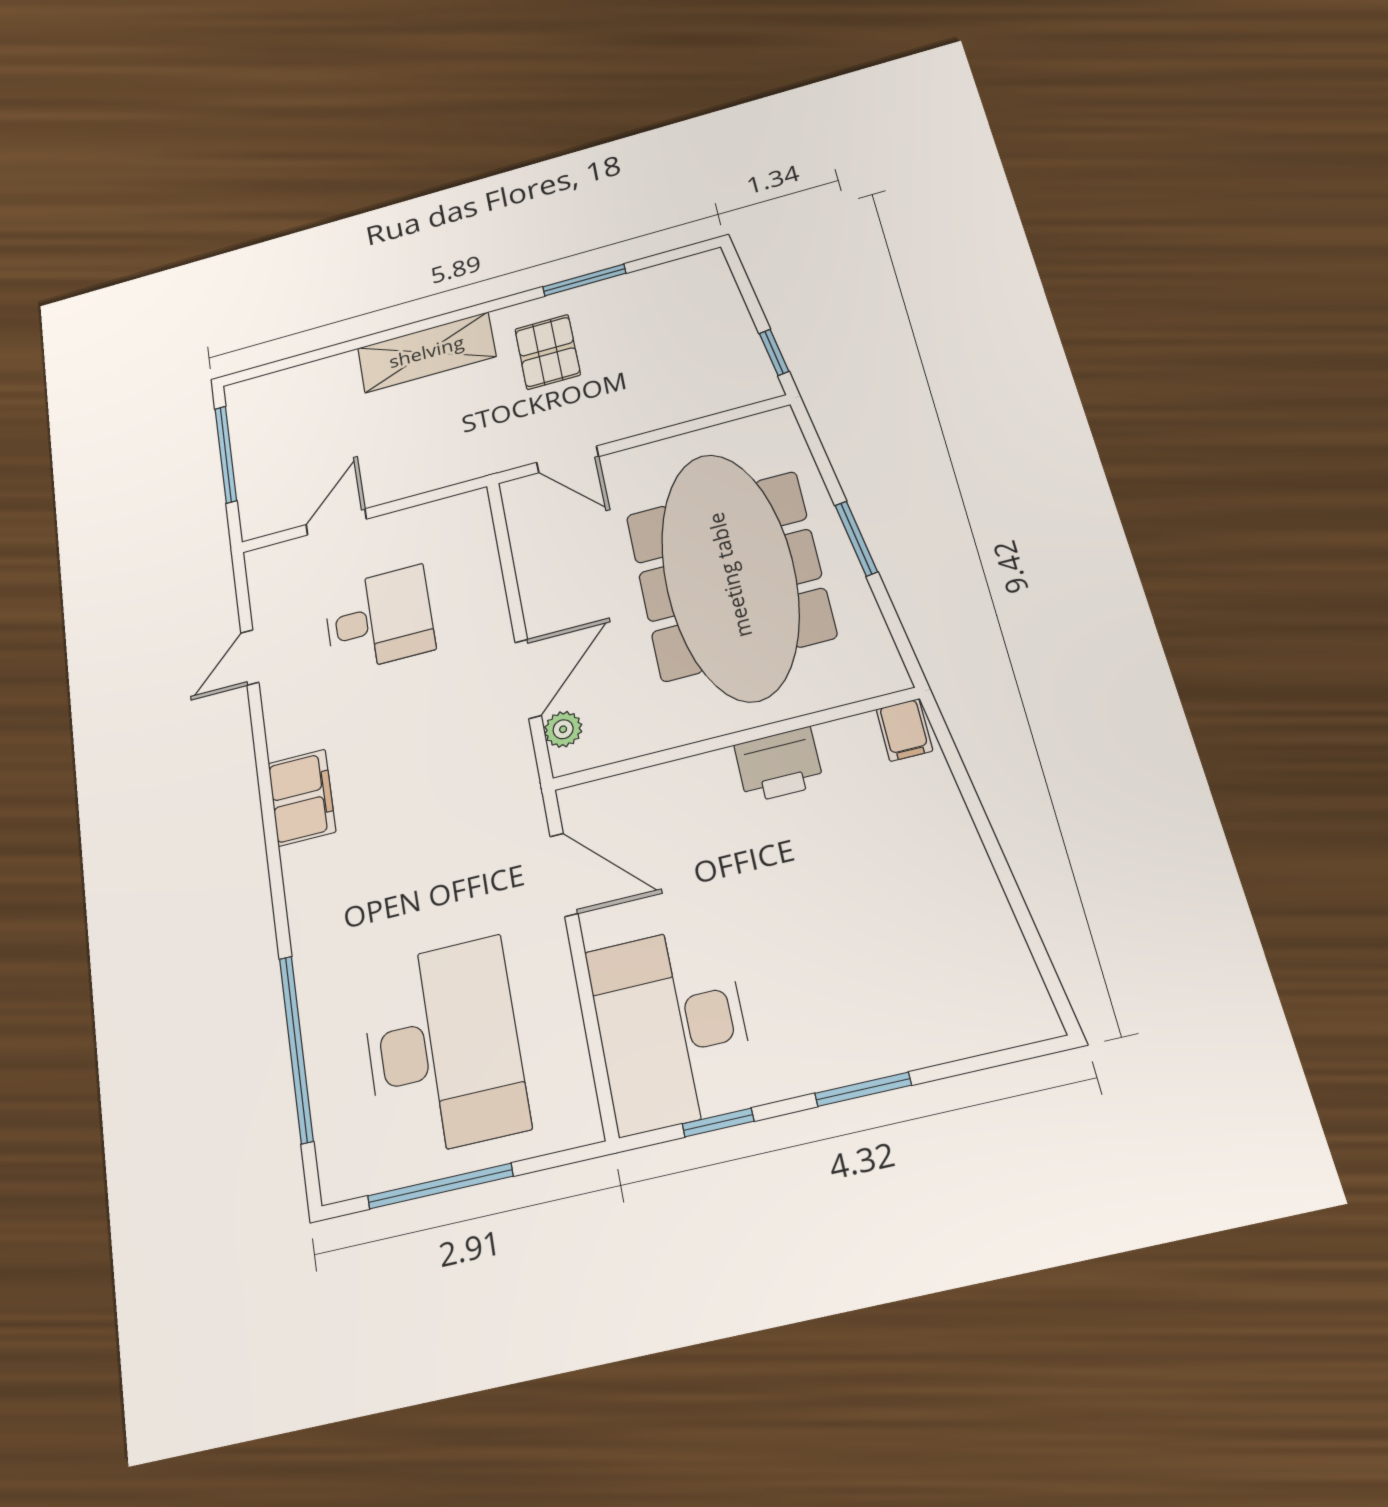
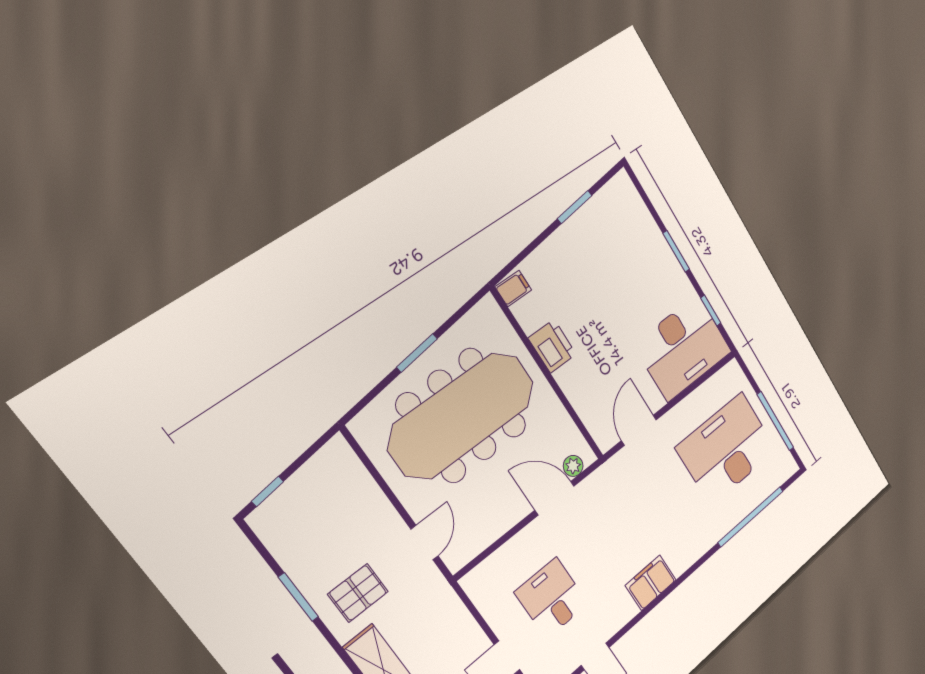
window: (774, 352) -> (267, 491), moved
window: (1016, 900) -> (575, 207), added

